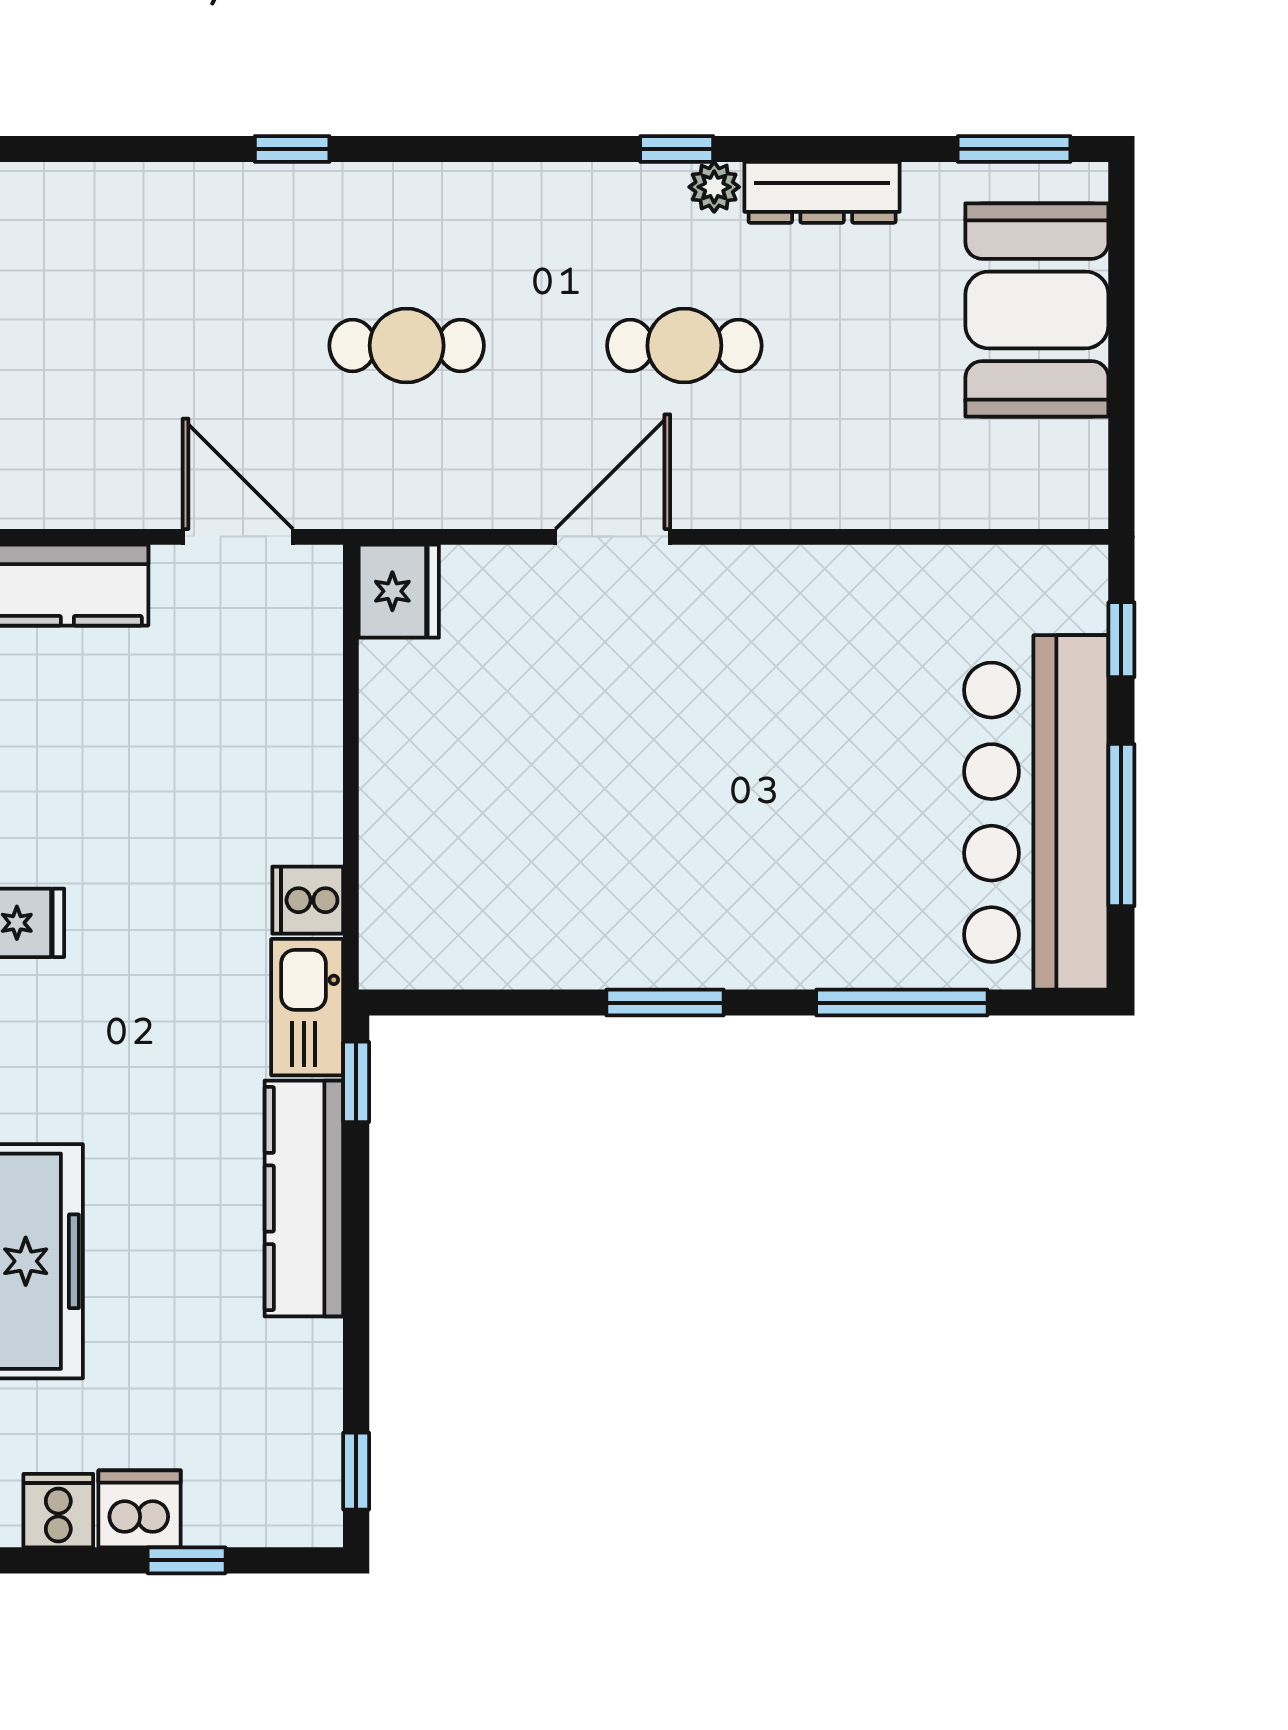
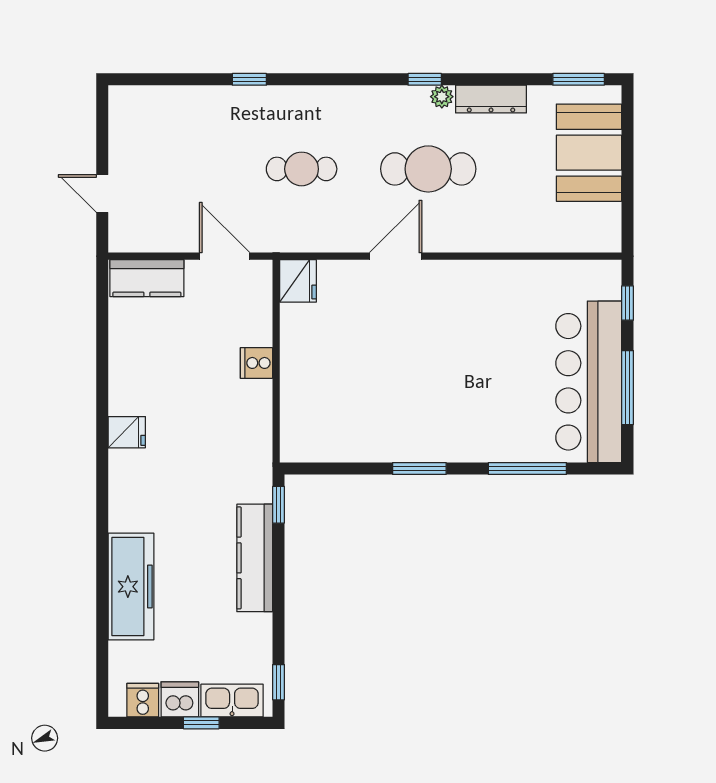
cafe table: (684, 346) -> (428, 169), width x1.37, depth x1.35
cooker: (308, 900) -> (256, 363), moved
kitchen sink: (307, 1007) -> (232, 701), moved, turned 90

